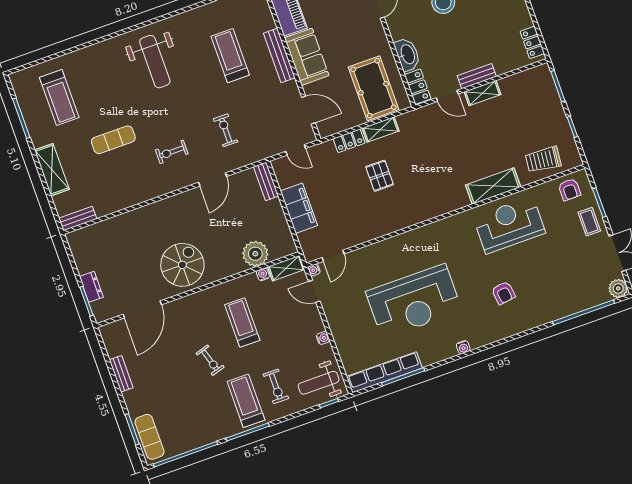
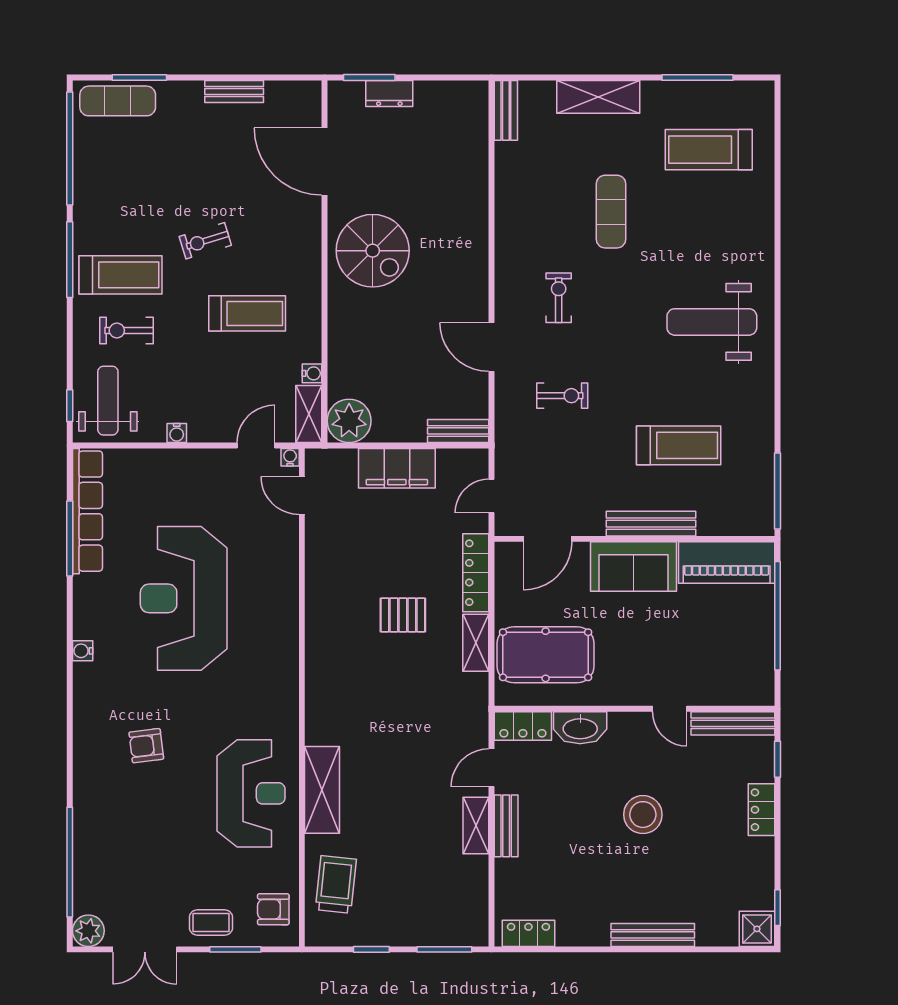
locker: (349, 141) -> (476, 573), width x1.53
plant: (255, 254) -> (349, 421), moved

